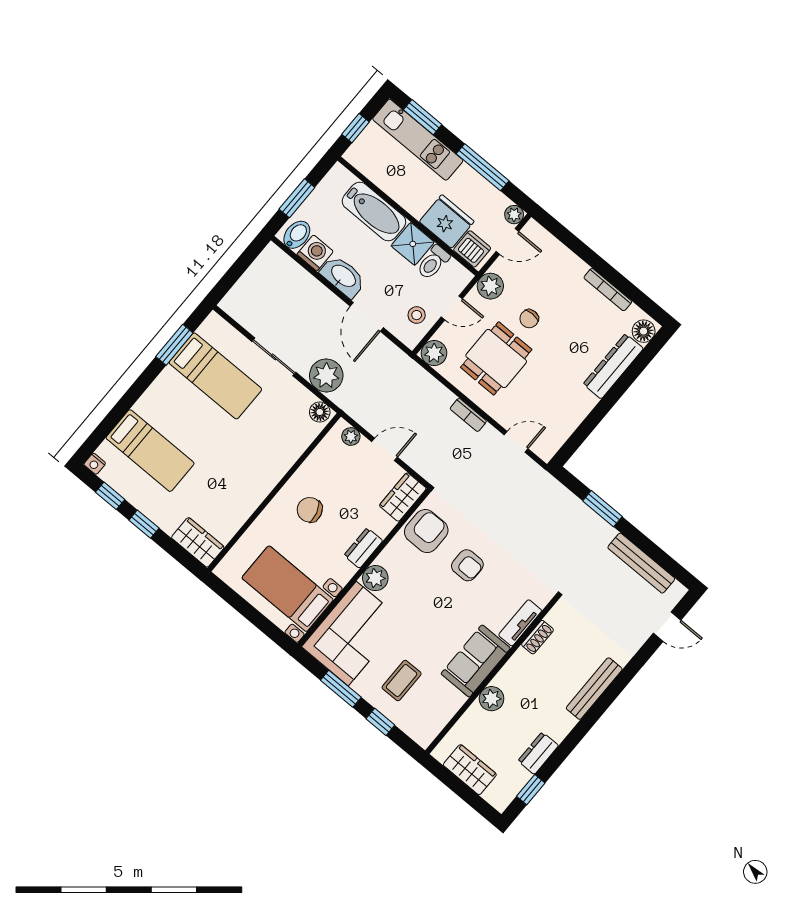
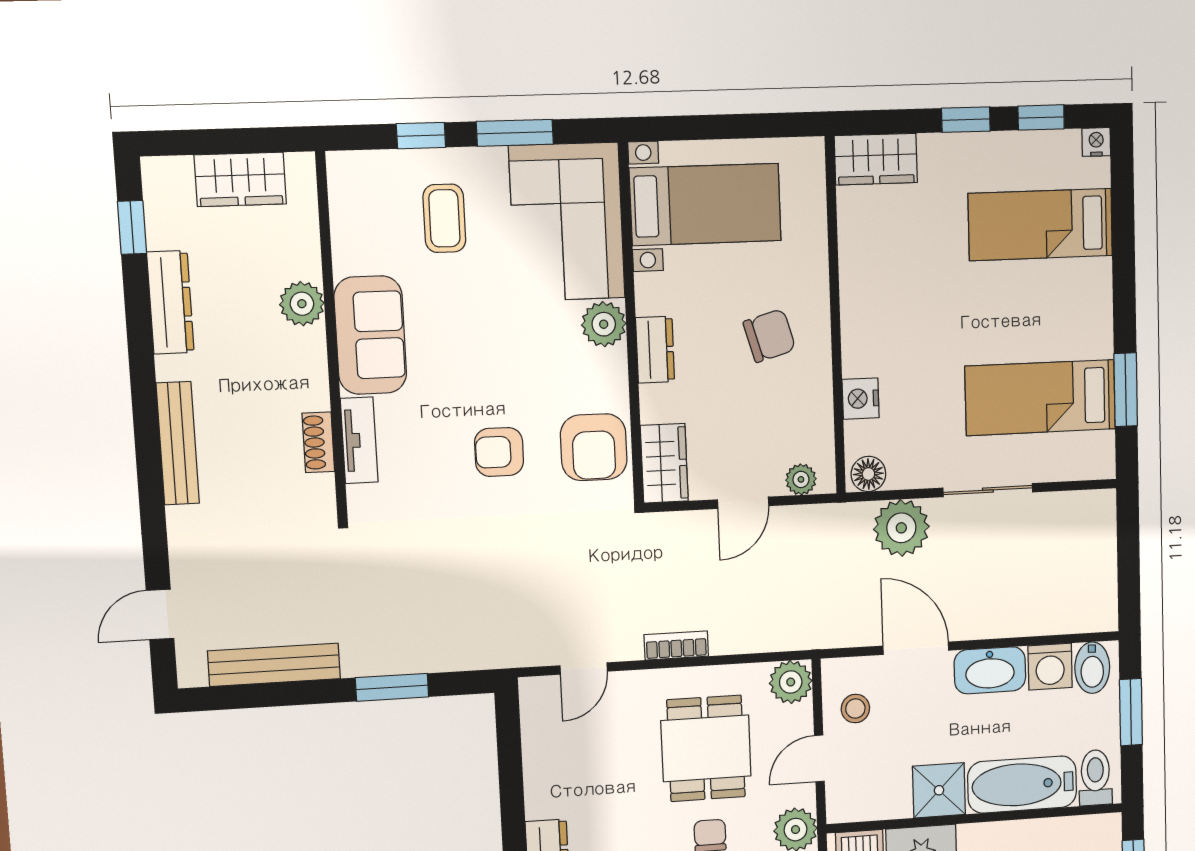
toilet: (433, 262) -> (1095, 778), moved
nightstand: (294, 447) -> (861, 399), added
dresser: (538, 753) -> (170, 302), width x1.44

